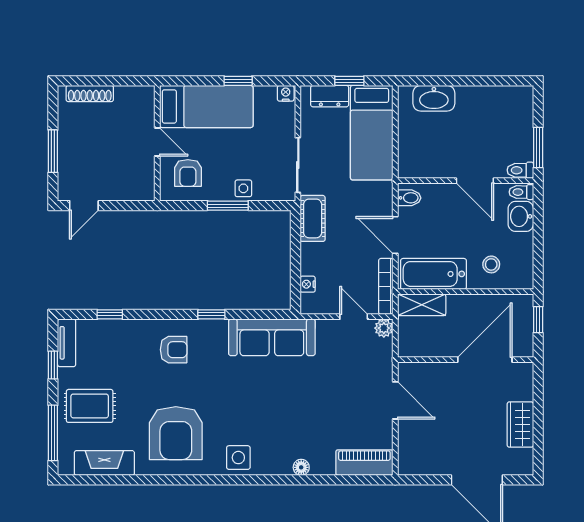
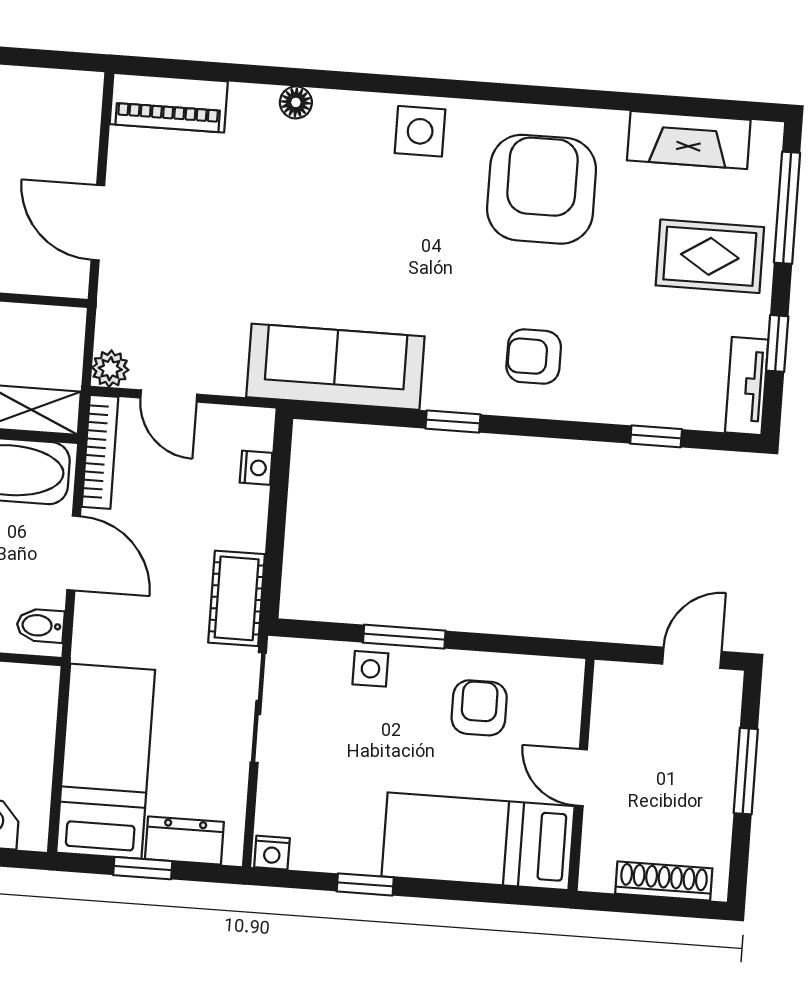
bed: (206, 106) -> (478, 841), moved
door: (157, 142) -> (581, 778), moved
wall: (157, 143) -> (581, 775), moved

